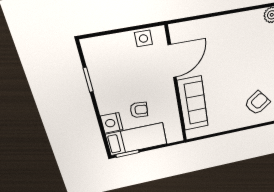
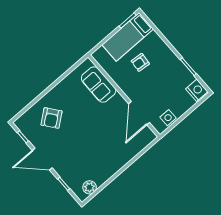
sofa: (193, 104) -> (99, 85), width x0.73
nightstand: (112, 123) -> (197, 90), moved

